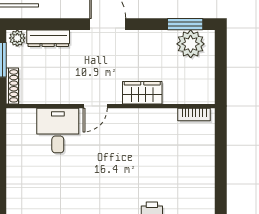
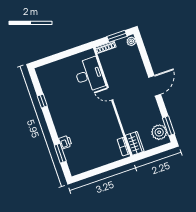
dresser: (48, 38) -> (137, 57), removed
wardrobe: (142, 93) -> (135, 143), moved
desk: (58, 131) -> (89, 75), width x1.37

